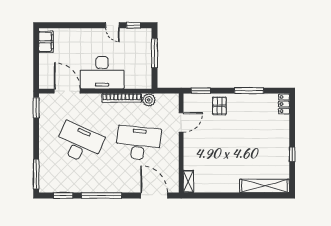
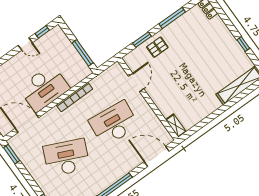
window: (155, 53) -> (83, 53), moved
window: (201, 91) -> (142, 40), moved
plant: (149, 100) -> (97, 83), removed
pallet: (219, 106) -> (157, 47), turned 90

